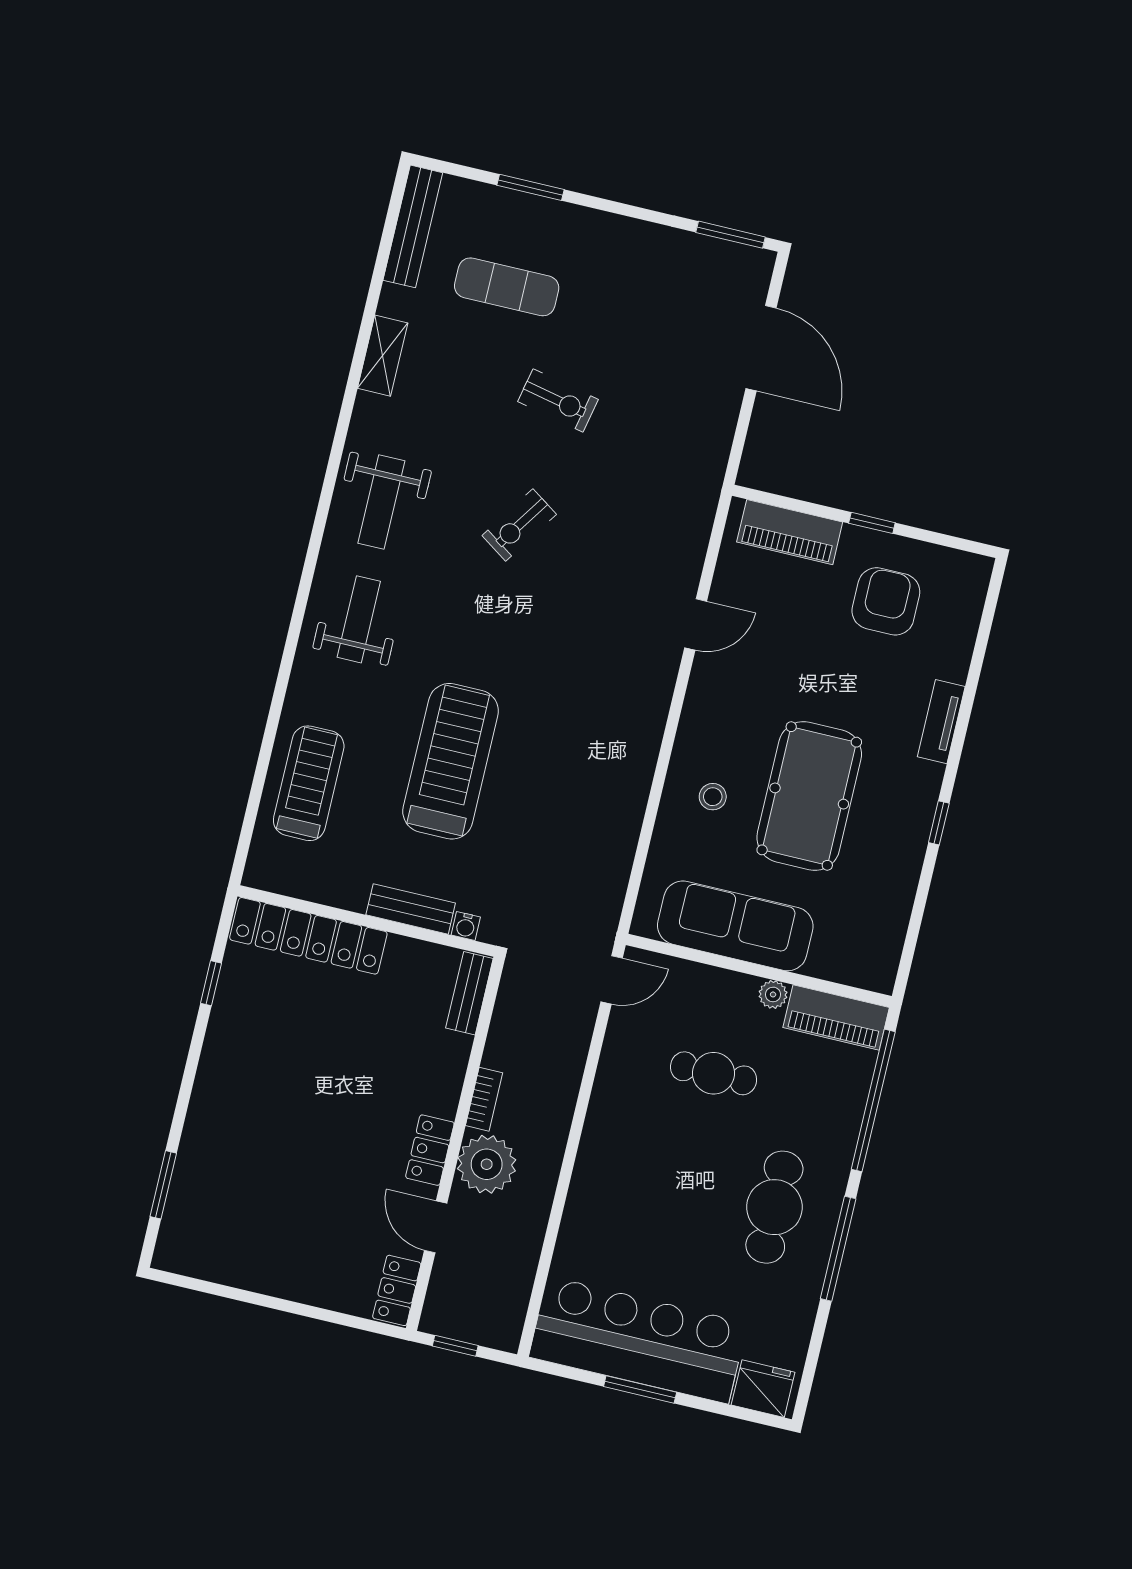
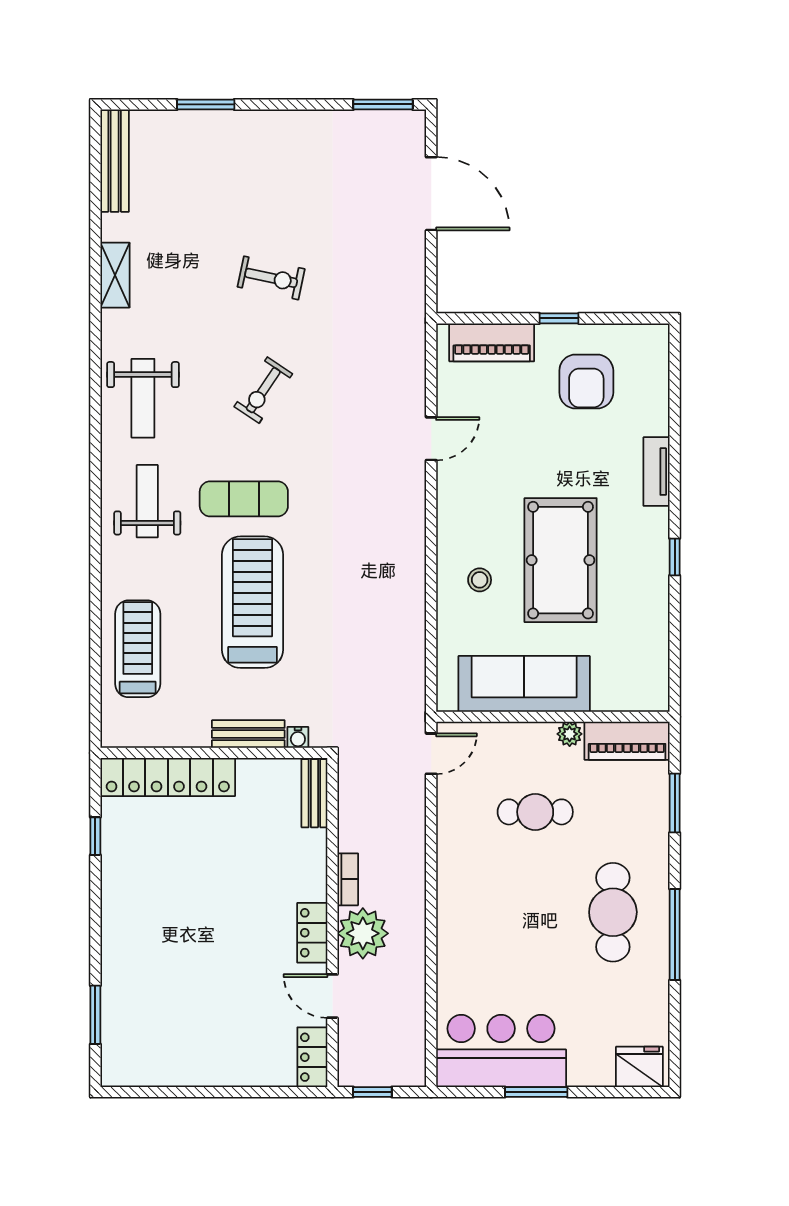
exercise mat: (507, 287) -> (244, 499), moved
armchair: (886, 601) -> (586, 381), turned 180
window: (873, 1100) -> (675, 803), width x0.47
bar counter: (638, 1340) -> (501, 1051), width x0.73

